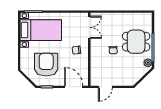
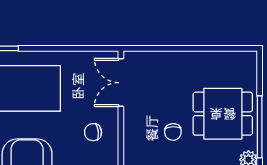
double door: (89, 27) -> (121, 83), swing flipped

